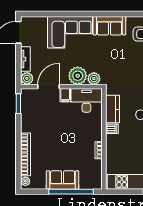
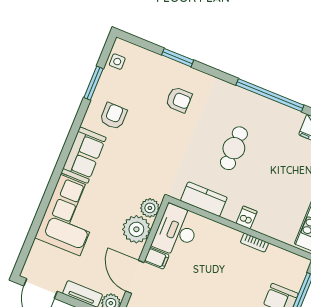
dishwasher: (112, 129) -> (247, 217), moved

